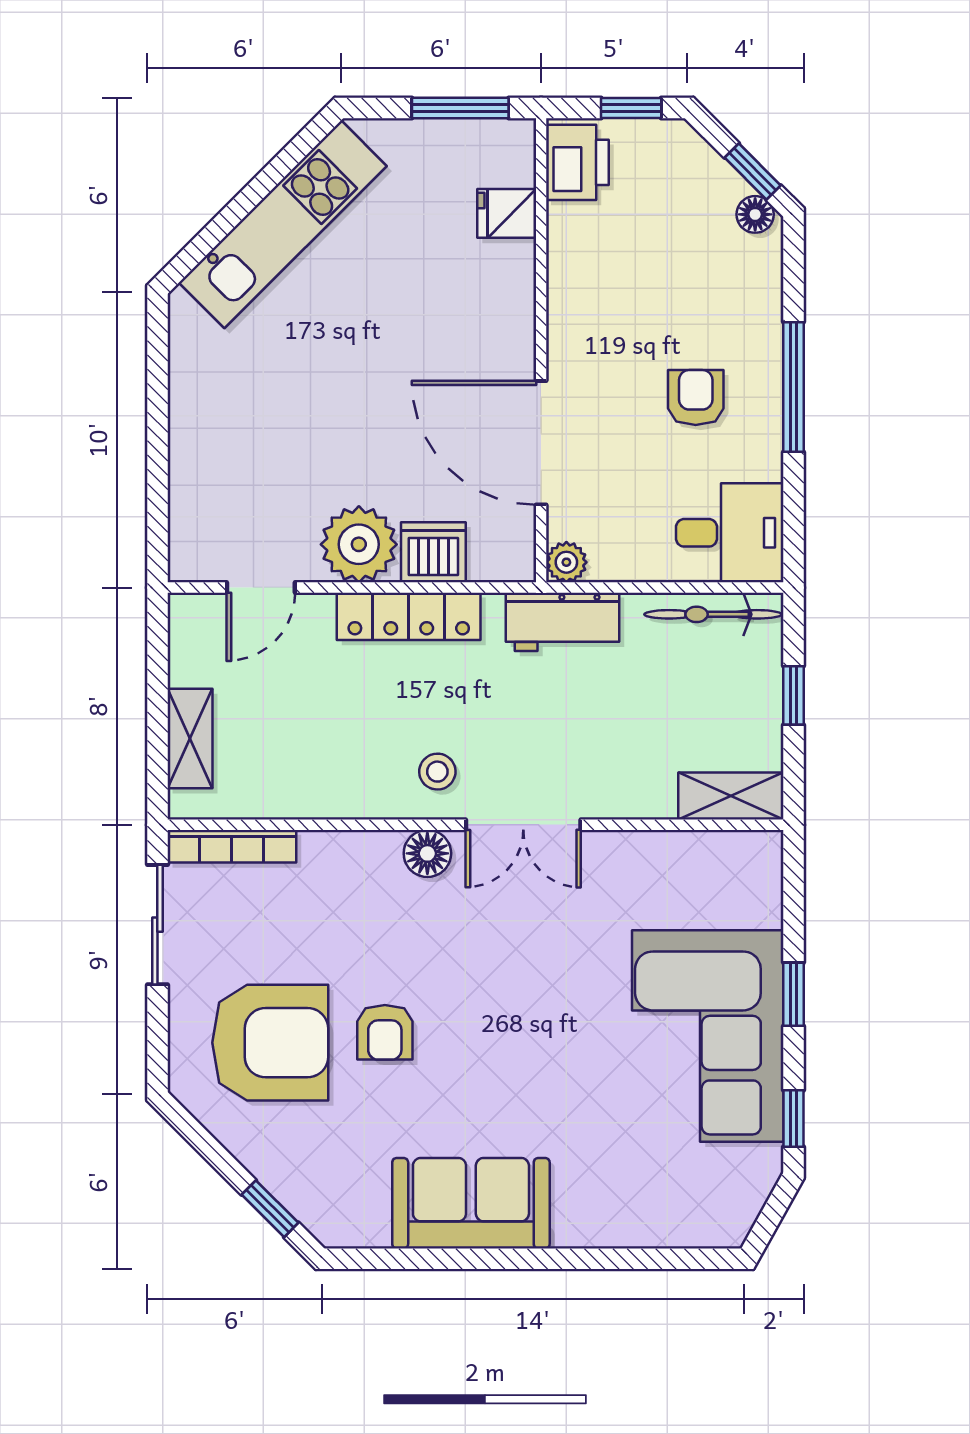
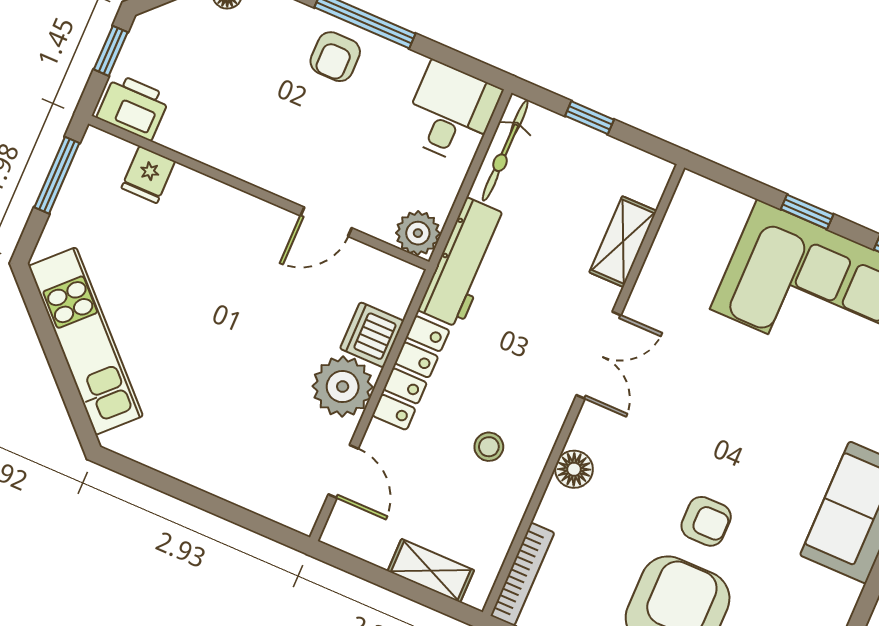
armchair: (696, 398) -> (335, 57), moved, turned -90
door: (541, 443) -> (326, 222), width x0.53
plant: (566, 562) -> (418, 233), width x1.38, depth x1.38
workbench: (562, 622) -> (463, 263), width x1.38
stool: (437, 772) -> (489, 447), moved
shelving: (731, 796) -> (623, 242), moved
floor lamp: (427, 853) -> (574, 469), moved

